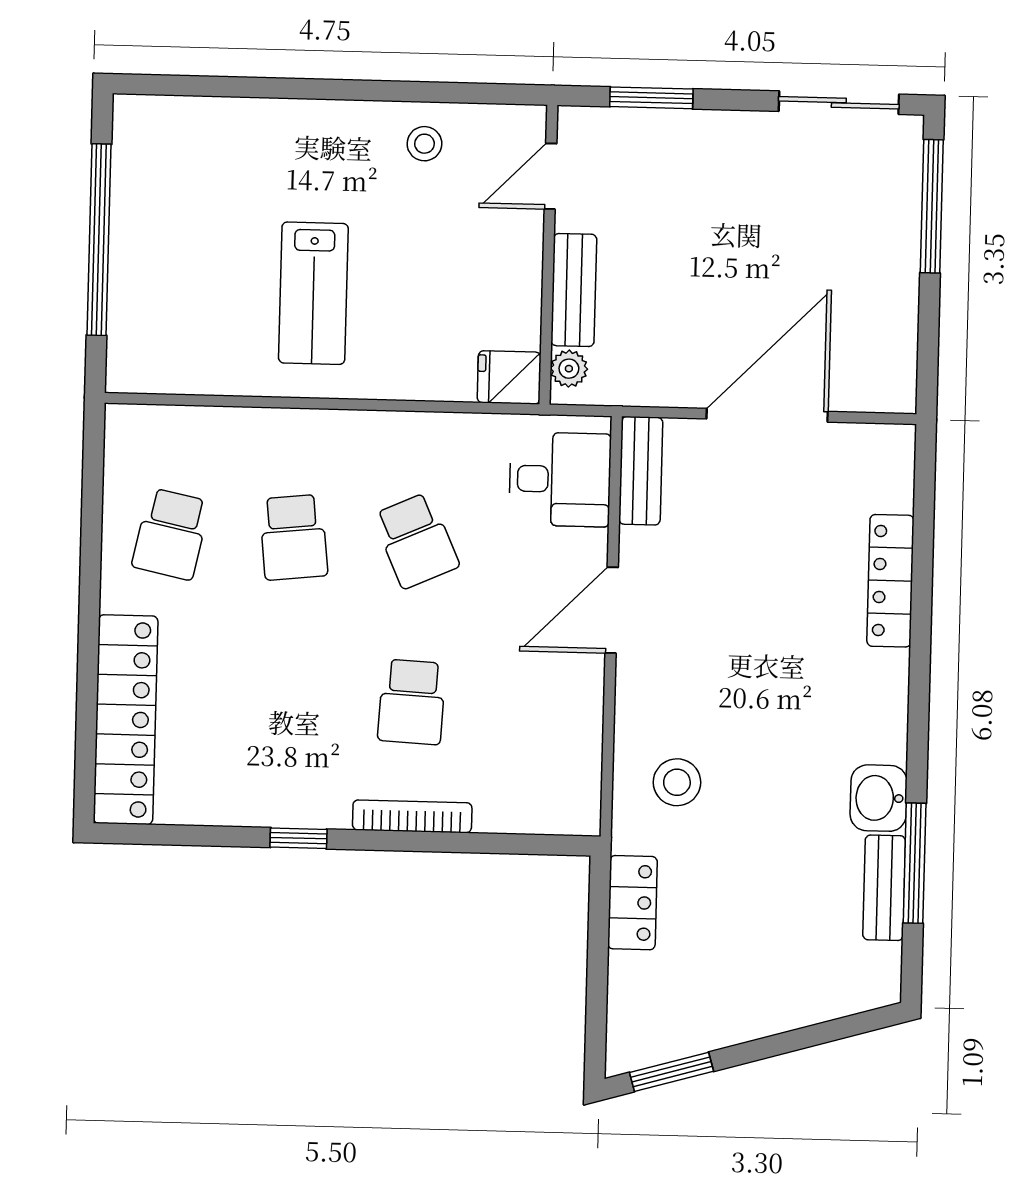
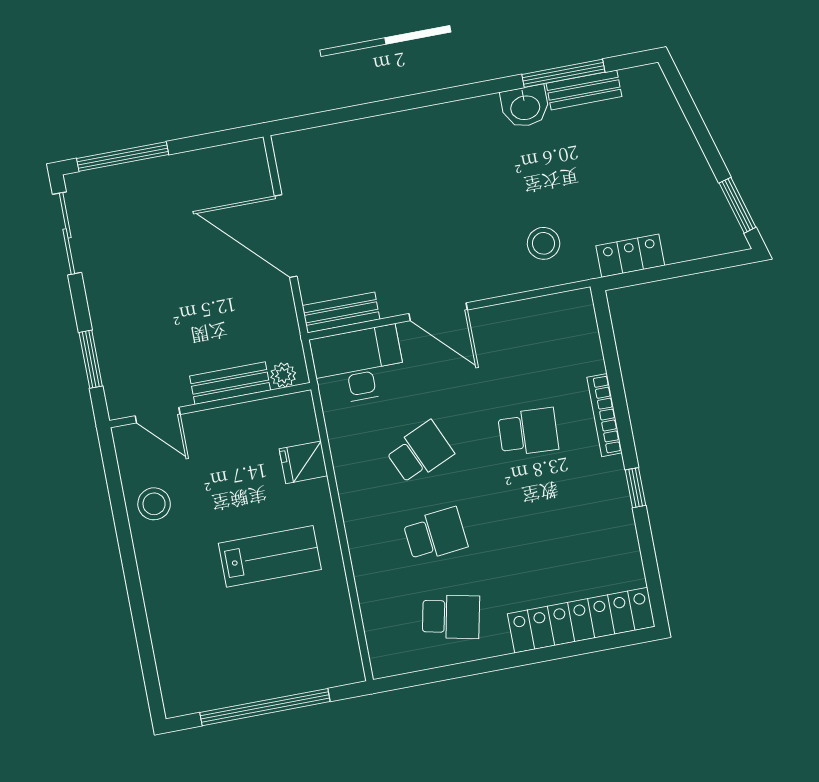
stool: (424, 144) -> (154, 504), width x1.37, depth x1.37
fridge: (509, 377) -> (303, 462), moved, turned 90
desk: (560, 479) -> (358, 365), width x1.37
locker: (890, 581) -> (378, 130), removed

